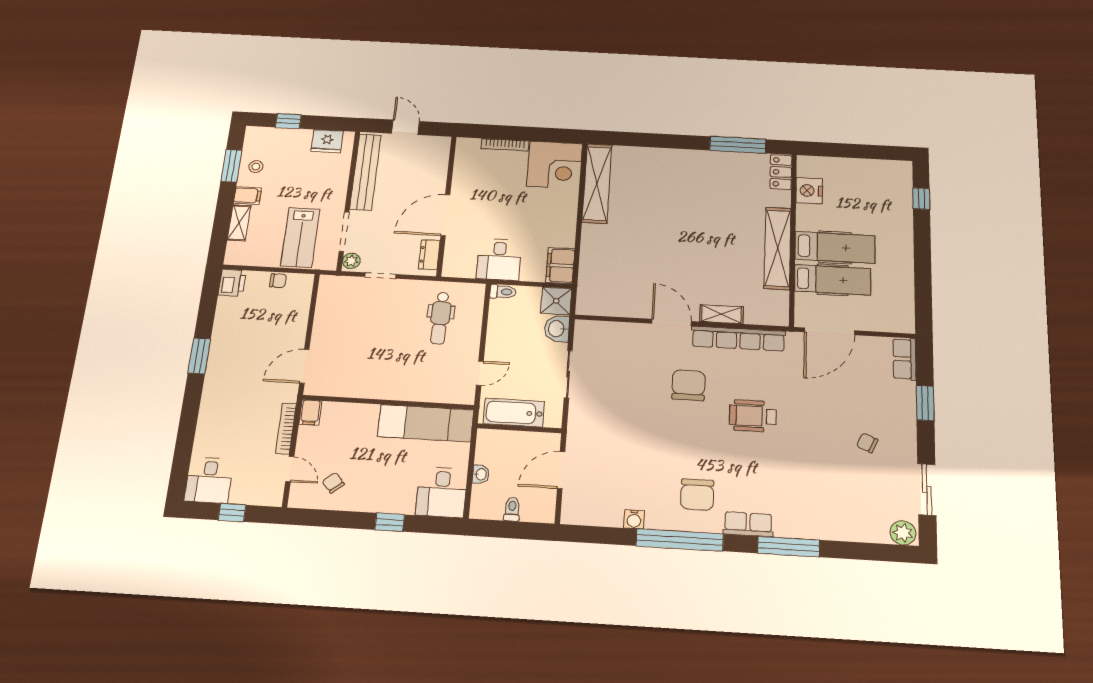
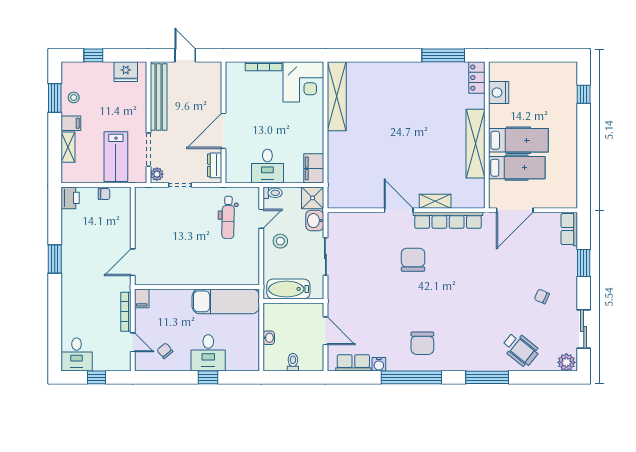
stool: (508, 351) -> (280, 241), added
door: (480, 373) -> (261, 219), moved
wheelchair: (753, 416) -> (520, 349), moved, turned -141
door: (561, 470) -> (325, 331), swing flipped
desk: (442, 492) -> (208, 353), moved
row of seats: (748, 524) -> (353, 363), moved

